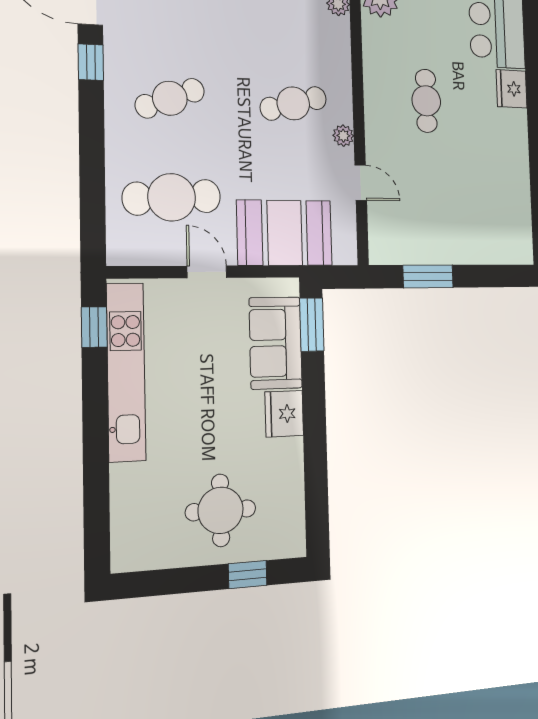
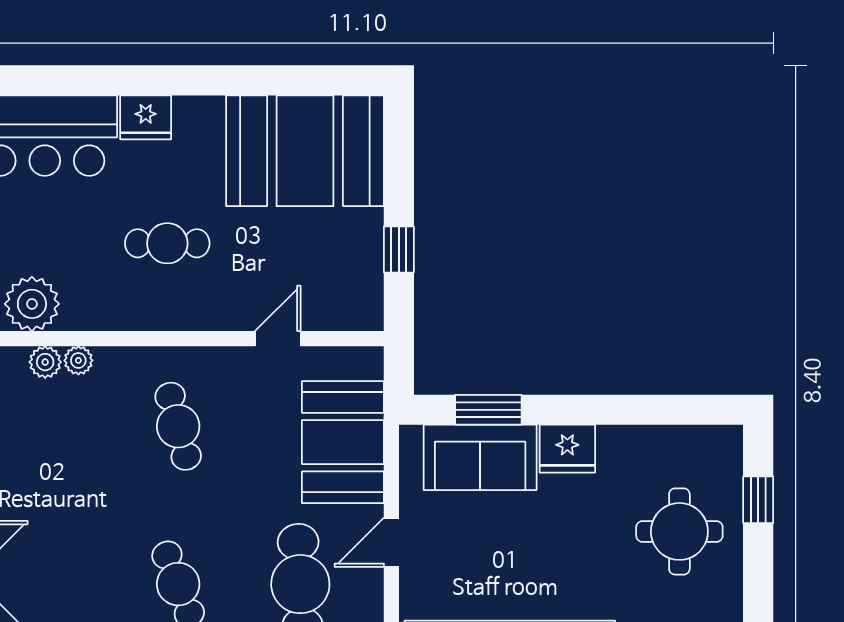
plant: (343, 136) -> (78, 360), moved
booth: (494, 206) -> (305, 151), added
window: (428, 276) -> (399, 249), width x0.67
window: (312, 325) -> (488, 410), moved

